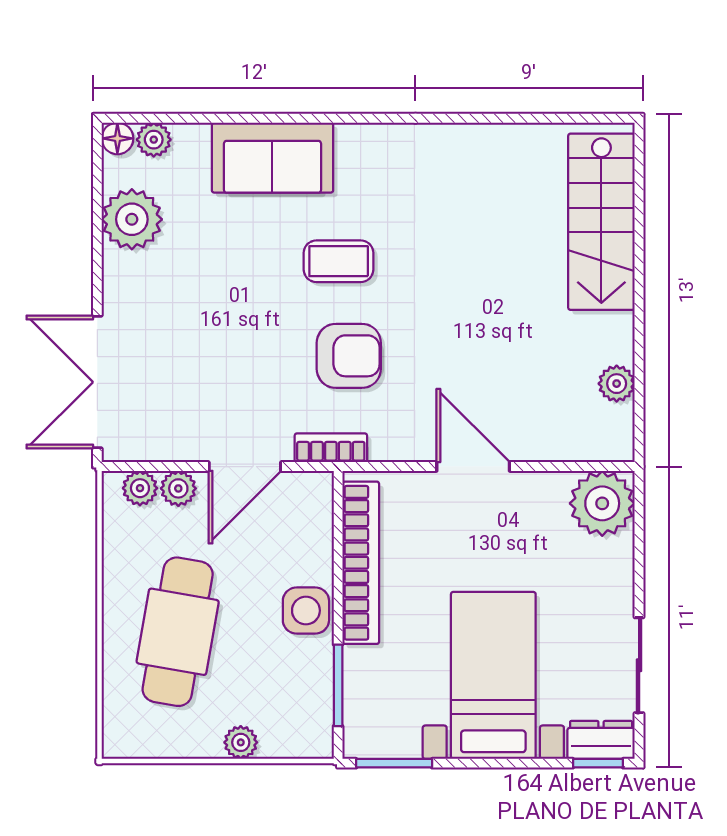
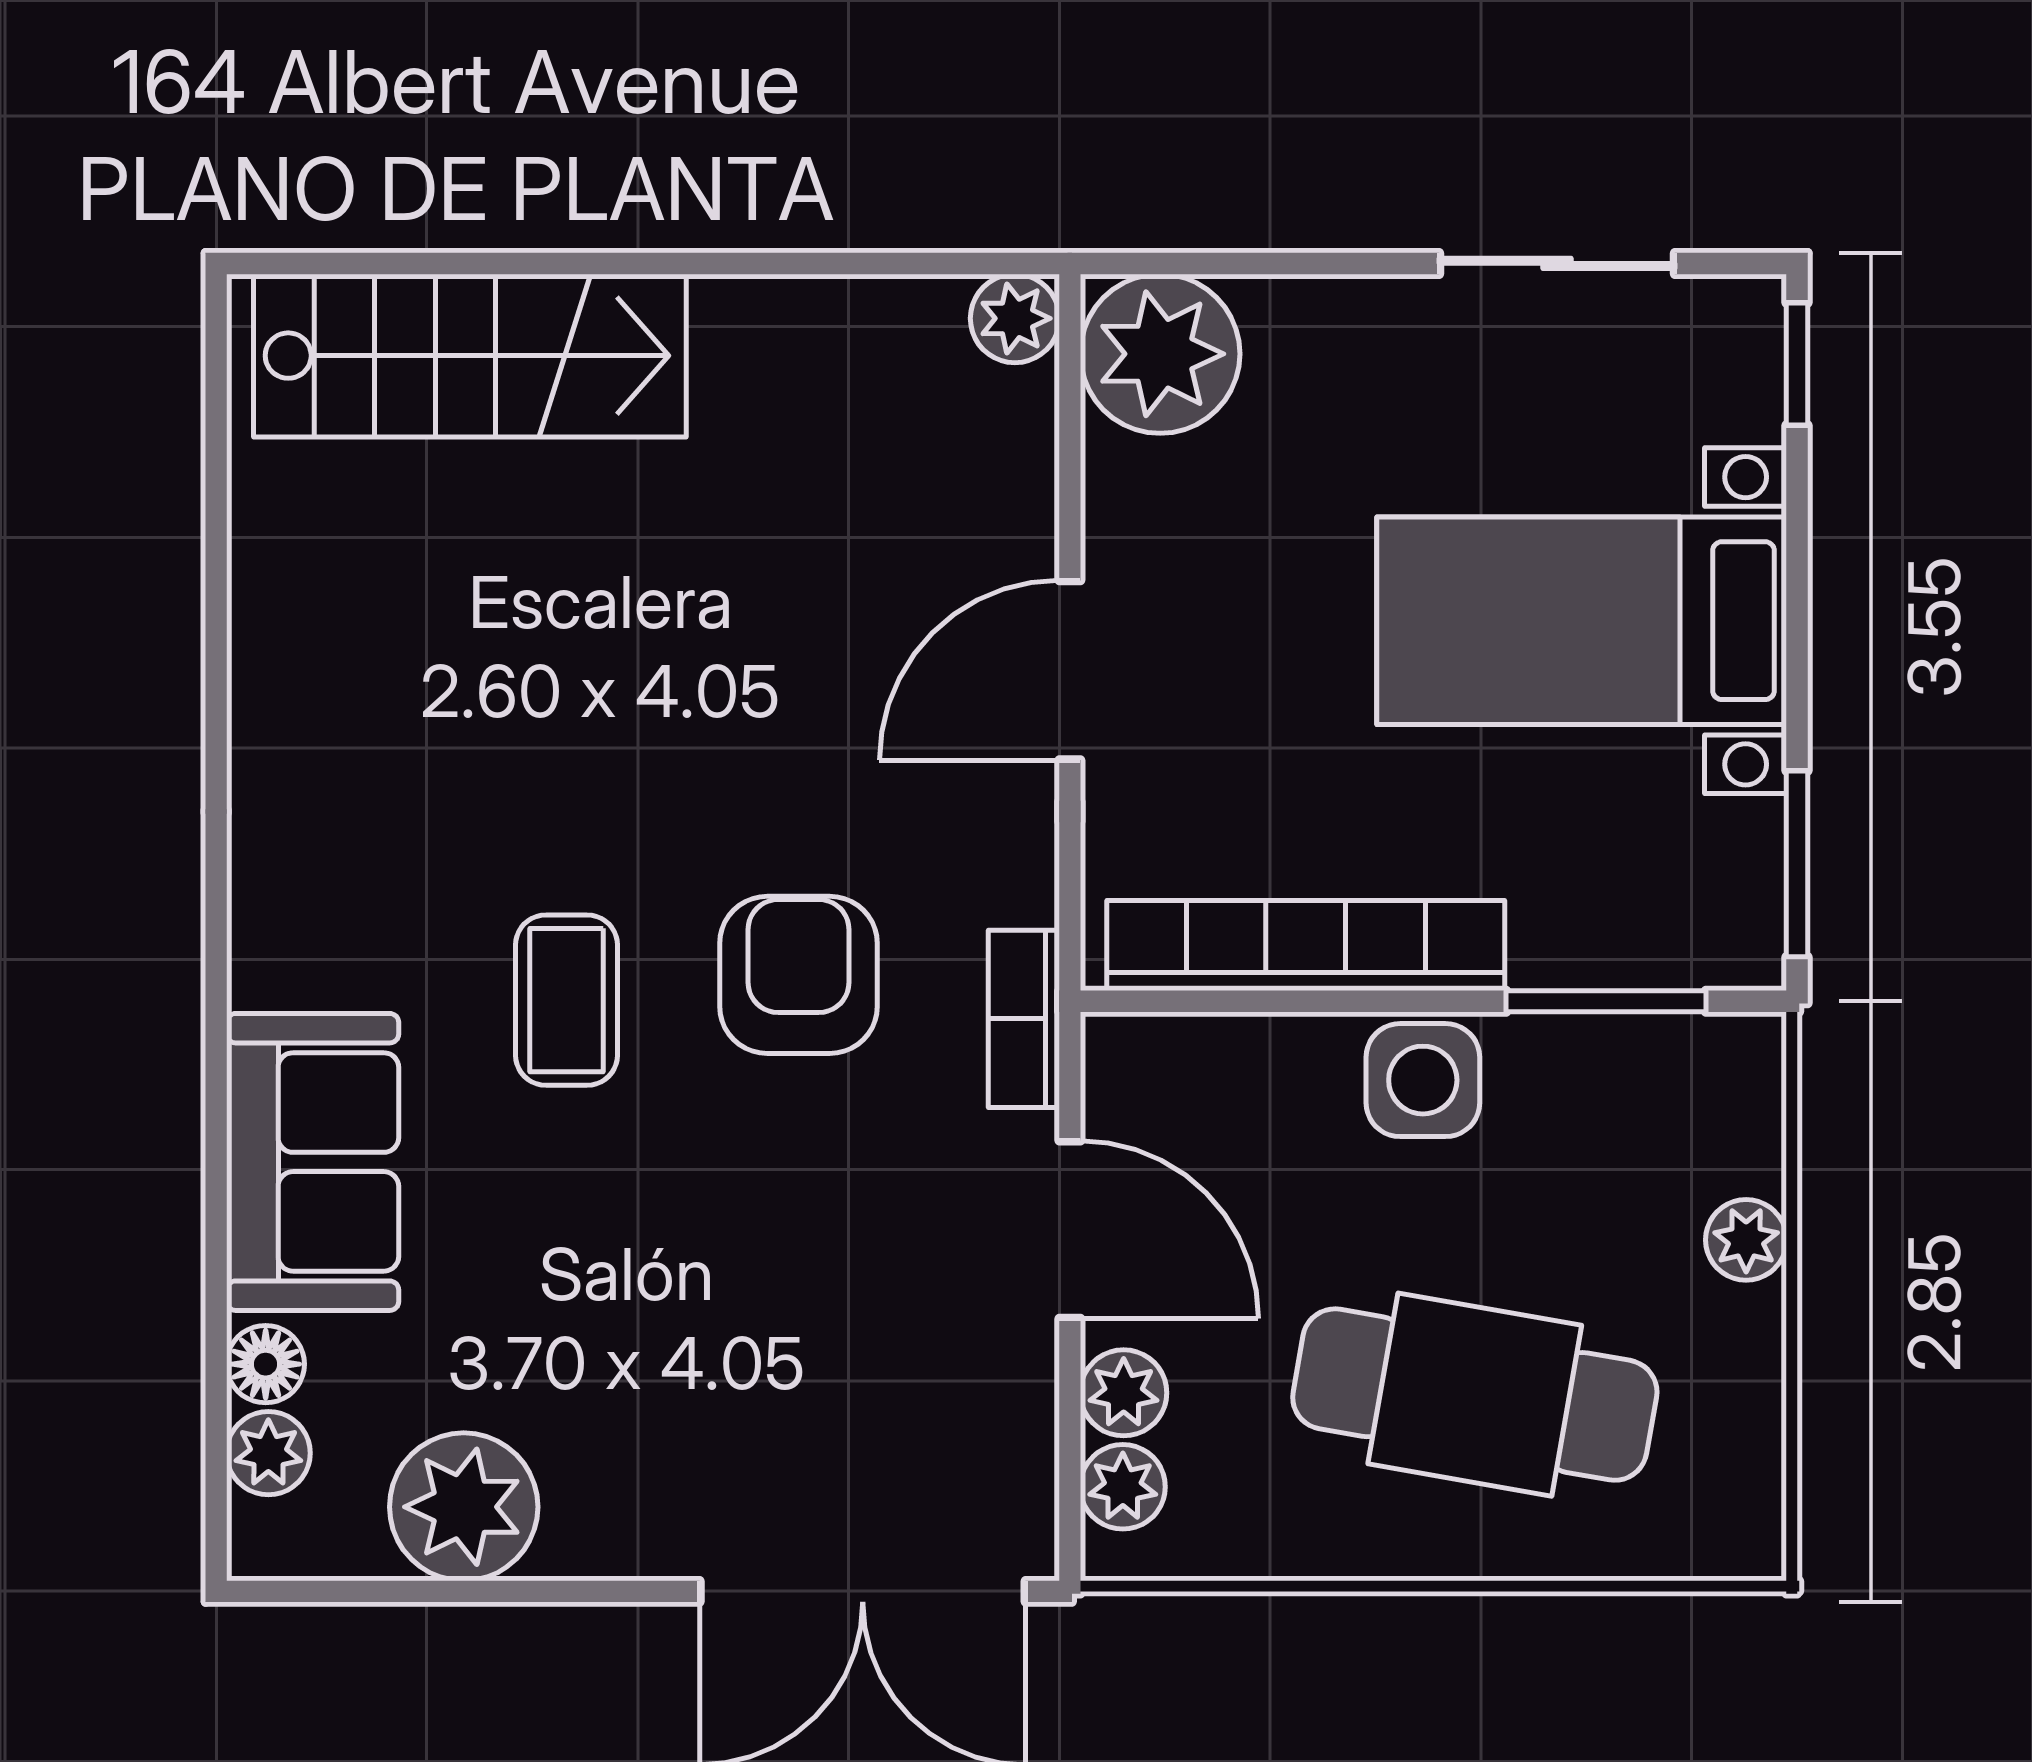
floor lamp: (117, 138) -> (266, 1364), moved
plant: (617, 384) -> (1015, 318), moved
dresser: (601, 740) -> (1740, 357), removed

